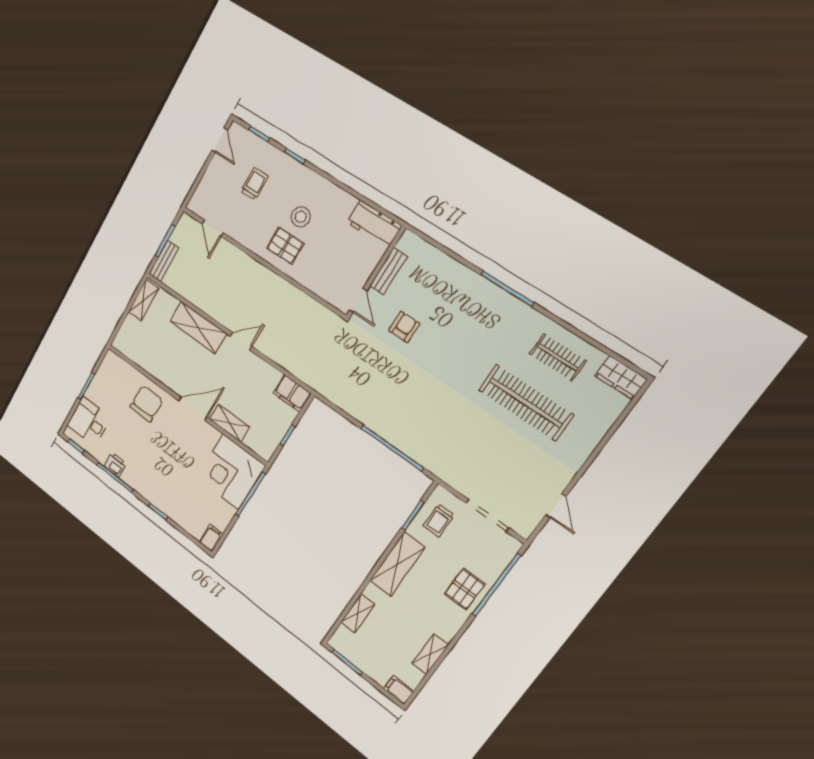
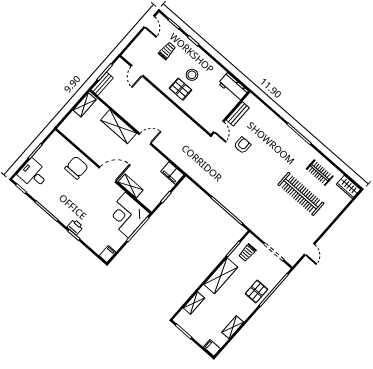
printer: (115, 465) -> (75, 227), moved

